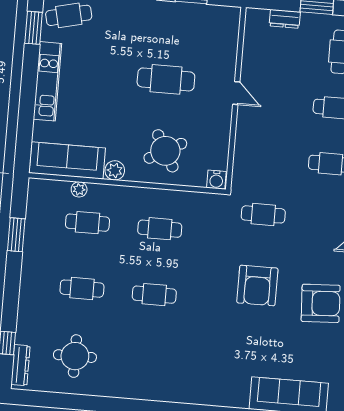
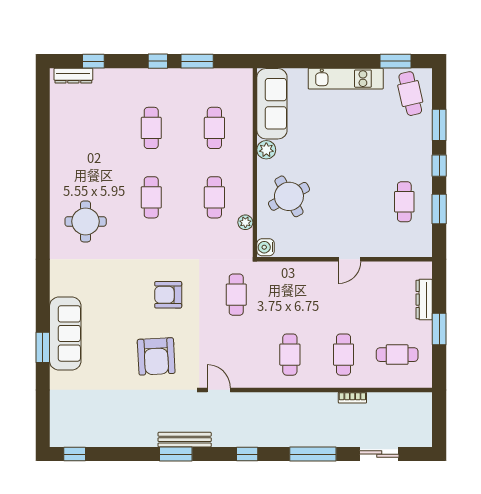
dresser: (285, 19) -> (424, 300), width x1.44
cafe table: (166, 79) -> (404, 202), moved, width x0.73, depth x0.74
plant: (79, 189) -> (245, 222), moved
window: (13, 276) -> (158, 61), added
armchair: (257, 285) -> (168, 295), width x0.73, depth x0.73
round table: (75, 356) -> (86, 221), moved

